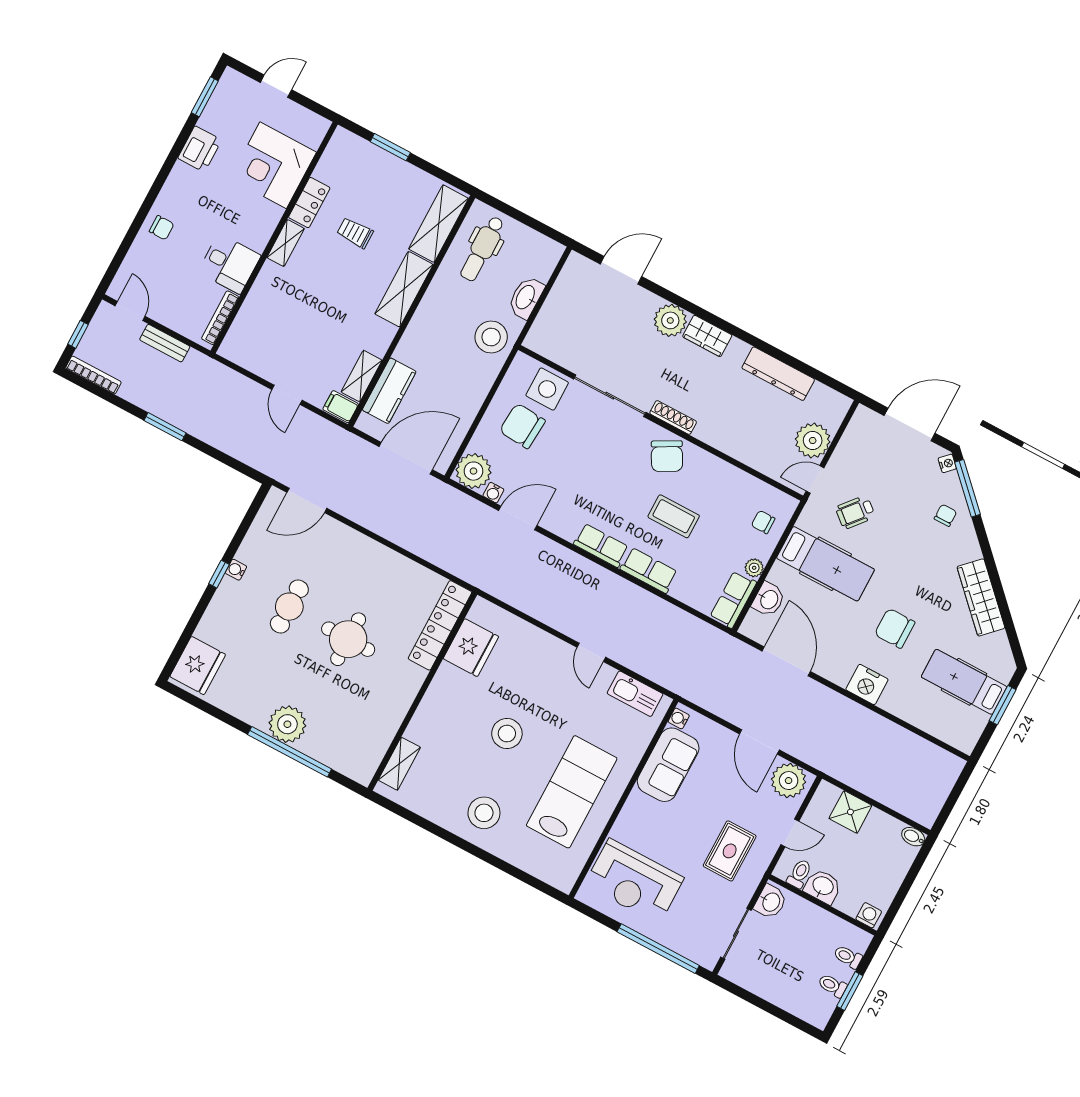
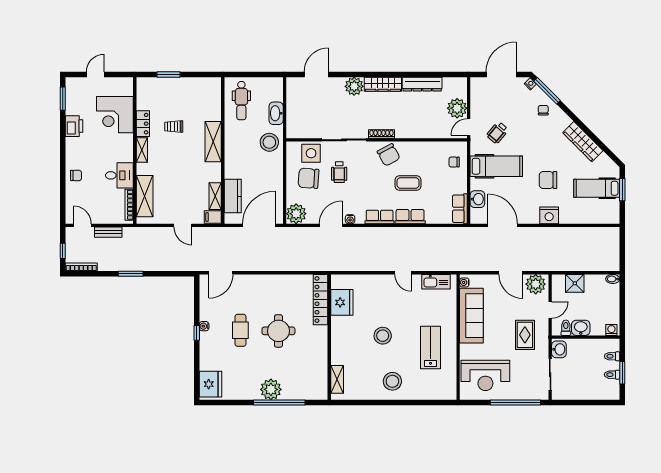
shelving: (439, 224) -> (145, 196), moved
wardrobe: (707, 336) -> (383, 84), width x1.50
wheelchair: (575, 442) -> (339, 172), added
water cooler: (493, 493) -> (350, 219), moved
plant: (754, 568) -> (462, 187), removed
sofa: (668, 765) -> (471, 316), width x1.36
lab bench: (572, 792) -> (431, 348), width x0.73, depth x0.72

